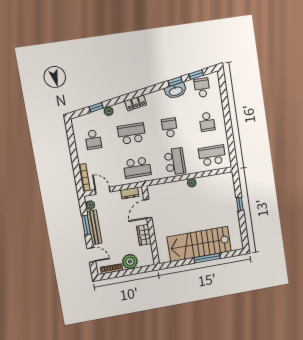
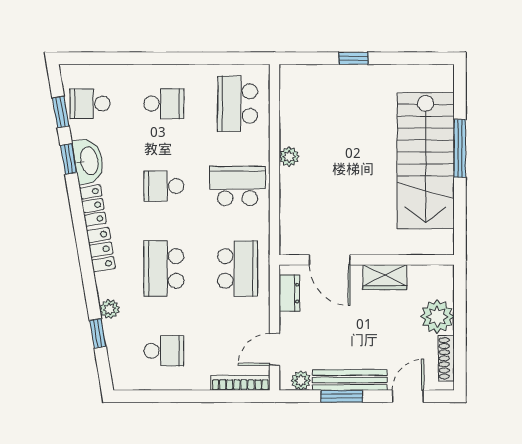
locker: (155, 96) -> (93, 206), added

